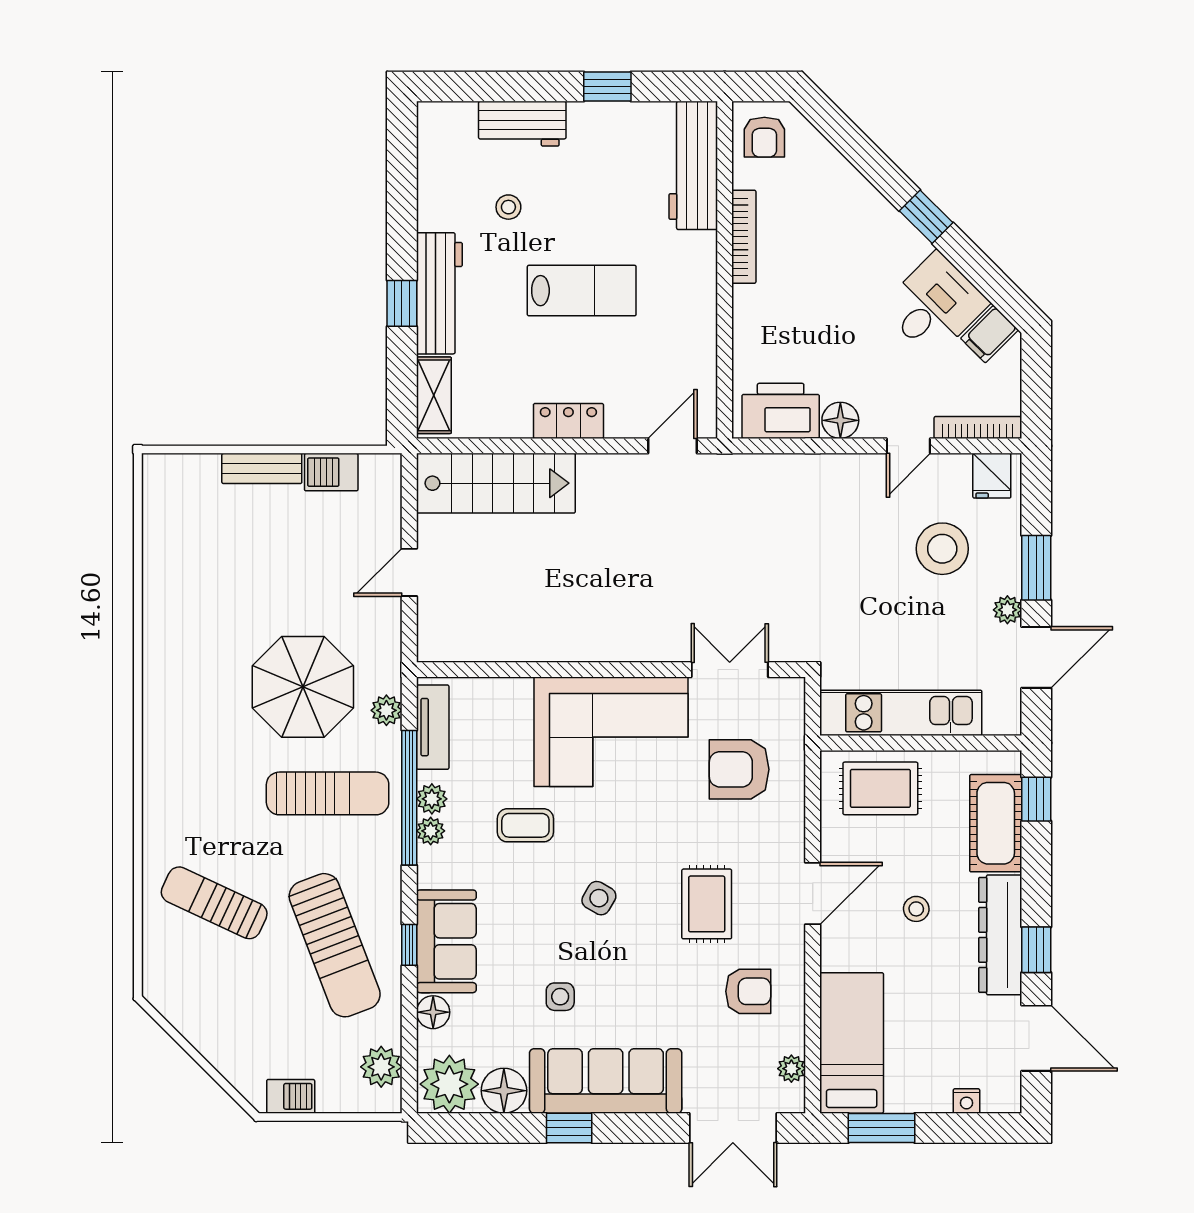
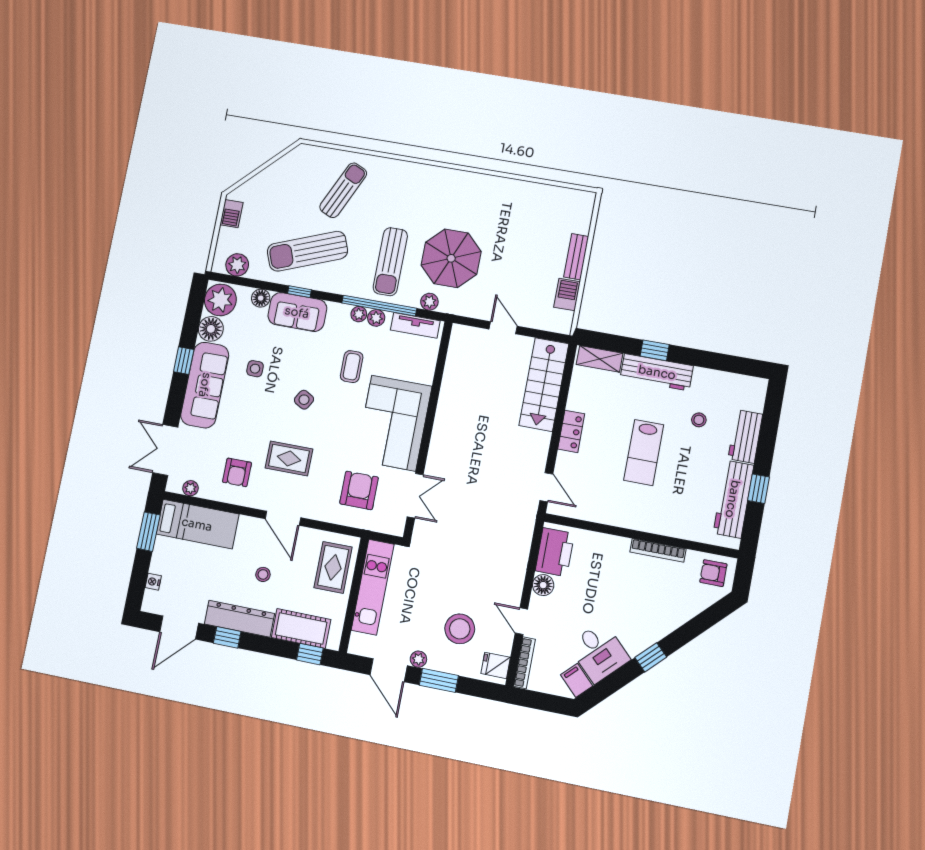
workbench: (693, 165) -> (733, 499), moved, turned -90

